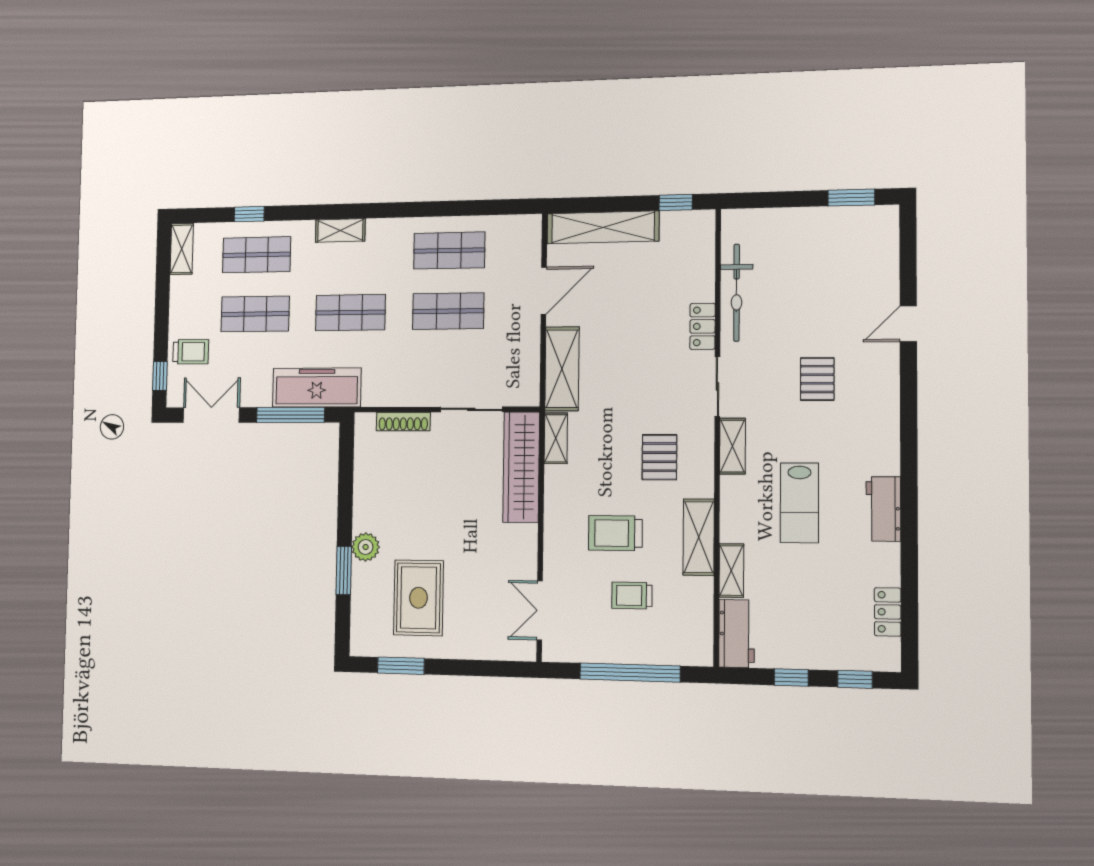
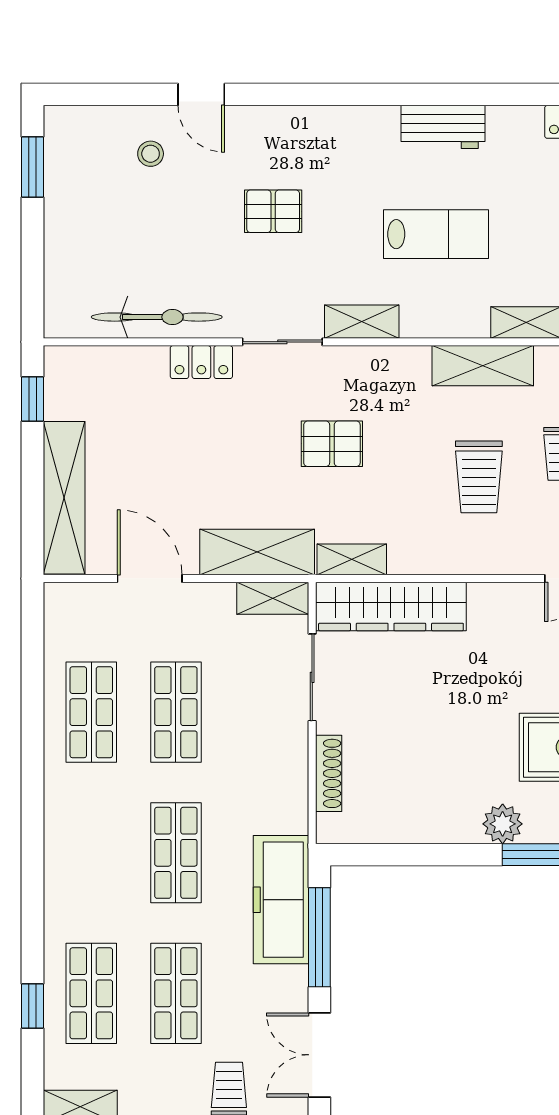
shelving: (340, 230) -> (273, 598), moved, turned 90
stool: (862, 286) -> (151, 154), added
pallet: (659, 457) -> (332, 444), moved

